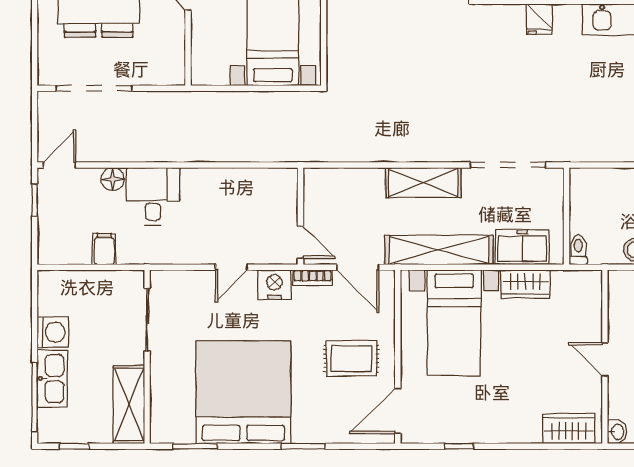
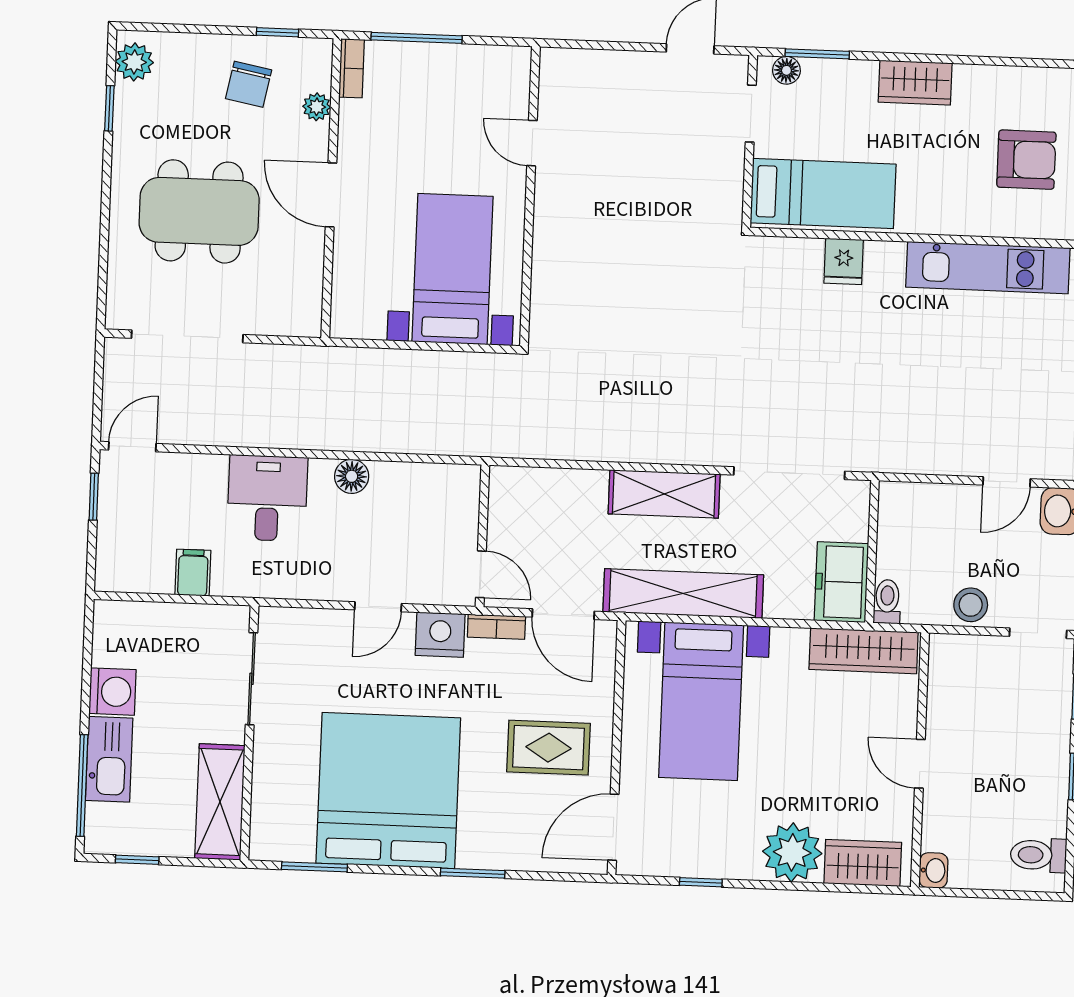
floor lamp: (113, 179) -> (352, 476), moved
freezer: (522, 247) -> (841, 582), moved, turned -90
wardrobe: (525, 284) -> (864, 651), moved, width x1.50
plant: (520, 423) -> (792, 852), added

